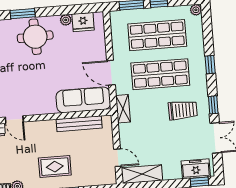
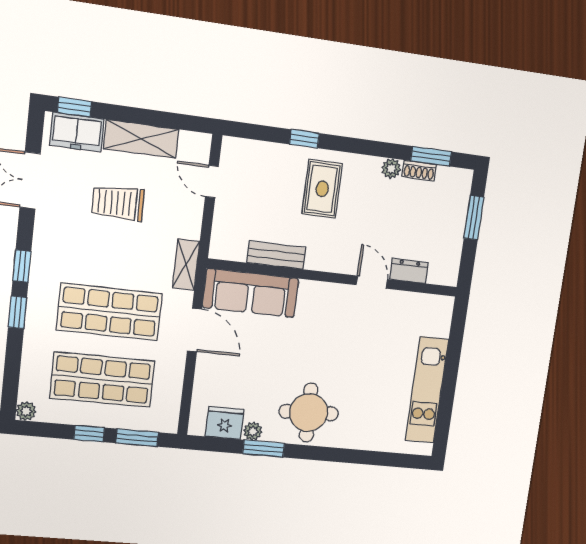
window: (23, 14) -> (264, 449), moved
window: (213, 105) -> (22, 266), moved
trolley: (183, 110) -> (118, 203), moved
bench: (79, 124) -> (276, 255), width x0.73
rug: (55, 167) -> (322, 189), turned 90
shelving: (142, 174) -> (141, 139), moved

